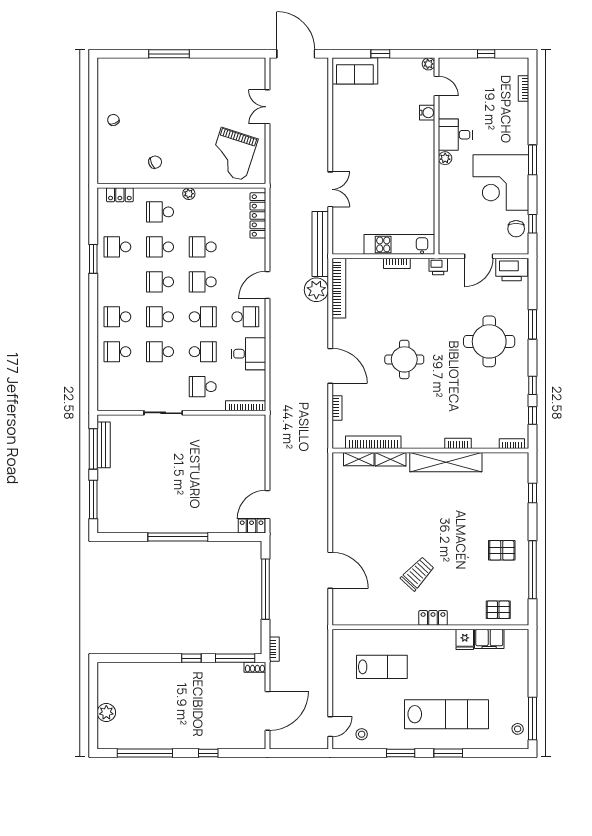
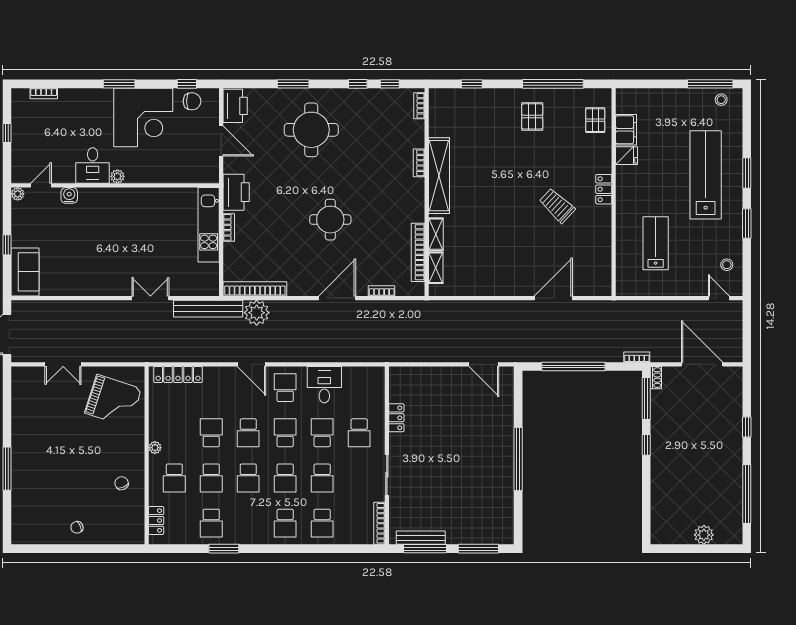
school desk: (203, 247) -> (211, 433), turned 180
printer: (438, 266) -> (236, 192), width x1.87, depth x1.48
bookcase: (246, 406) -> (379, 523), moved
locker: (252, 526) -> (396, 418), moved, turned 180

